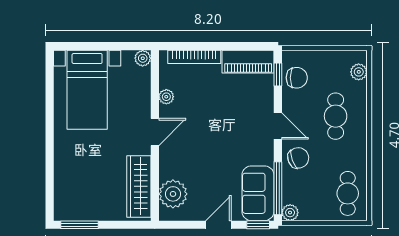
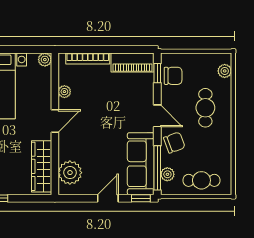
sofa: (258, 193) -> (141, 164), width x1.36
cafe table: (348, 193) -> (201, 180), moved, turned 90
plant: (290, 213) -> (167, 174), moved

